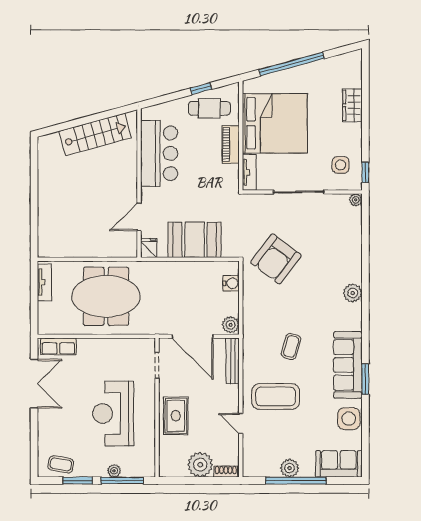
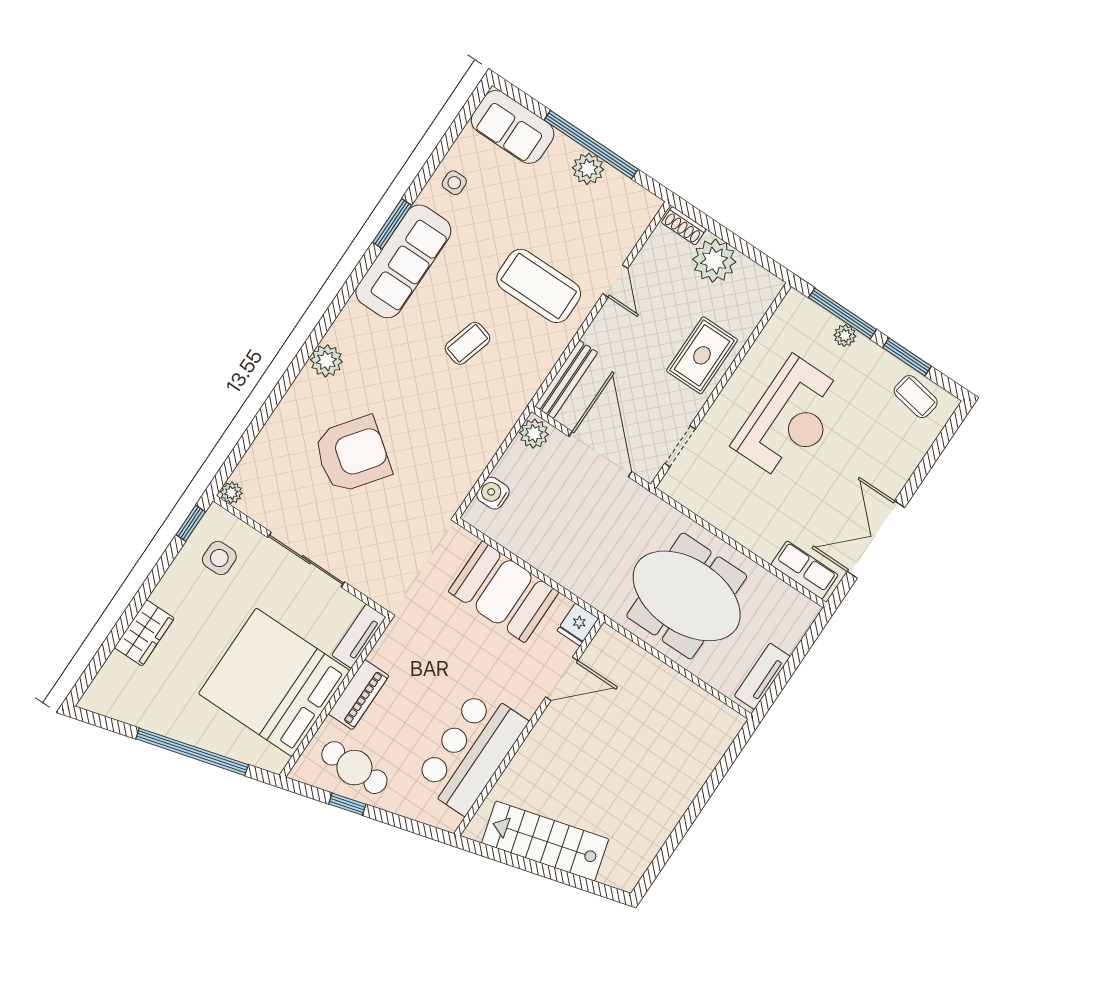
armchair: (276, 259) -> (352, 454), moved
side table: (349, 419) -> (454, 183), width x0.54, depth x0.54

